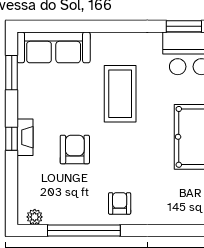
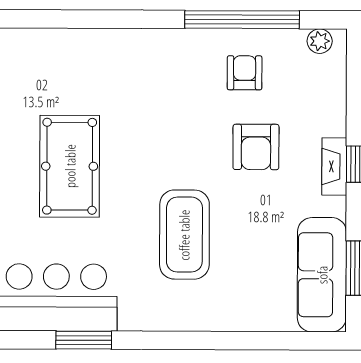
sofa: (54, 47) -> (322, 275), moved, turned -90
armchair: (120, 203) -> (245, 73), moved, turned 180

